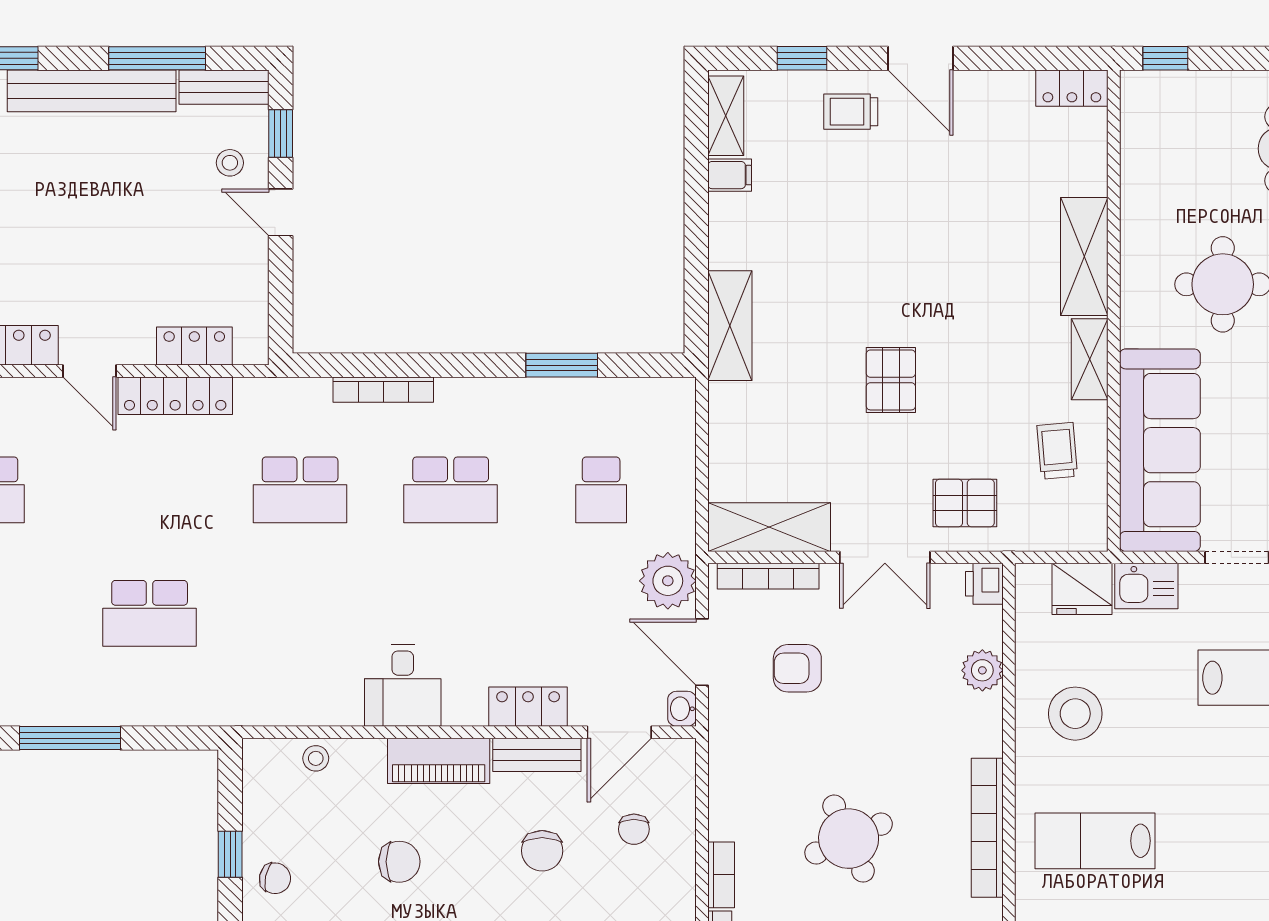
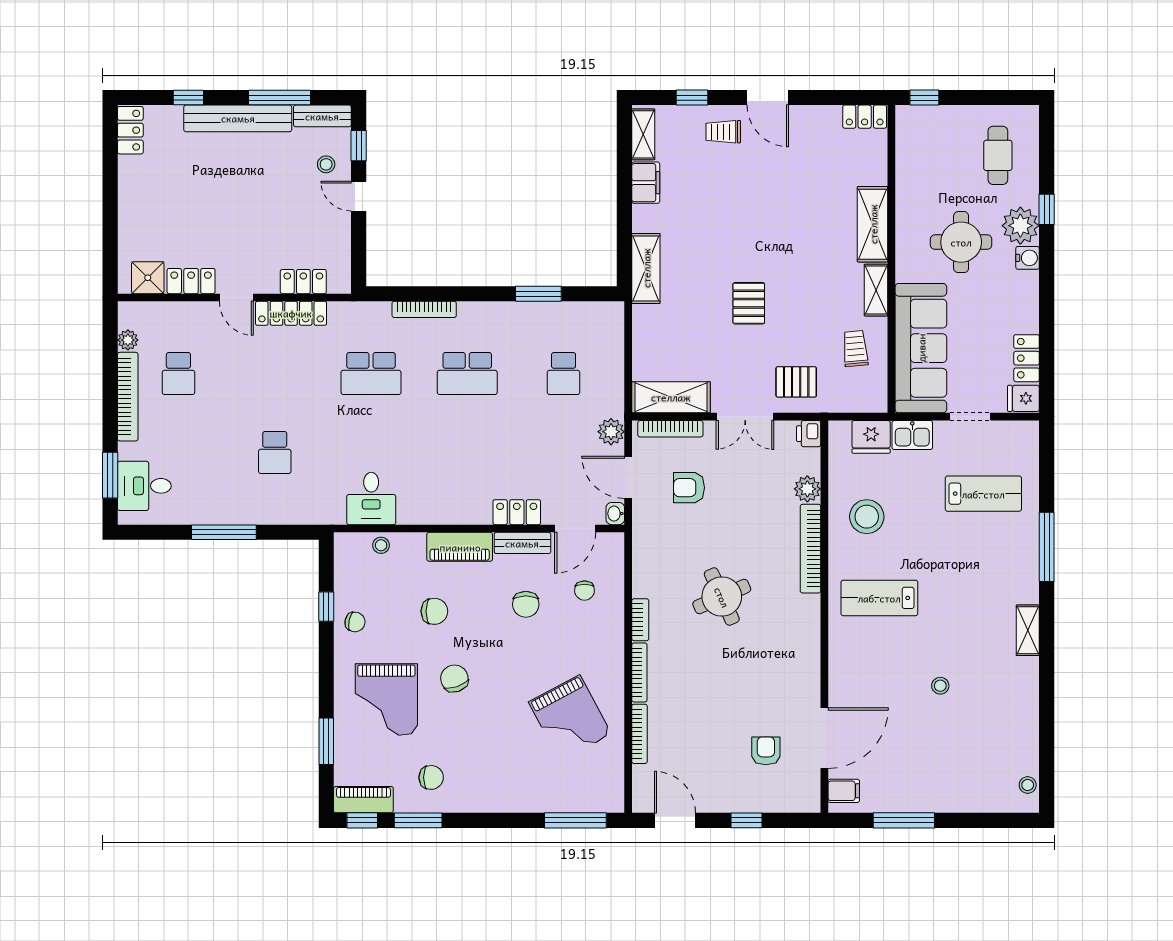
filing cabinet: (730, 175) -> (646, 183), width x2.00
plant: (668, 581) -> (611, 432), width x0.73, depth x0.73
school desk: (150, 613) -> (275, 452), width x0.54
desk: (403, 685) -> (371, 499), moved
bookcase: (987, 828) -> (810, 549), moved

